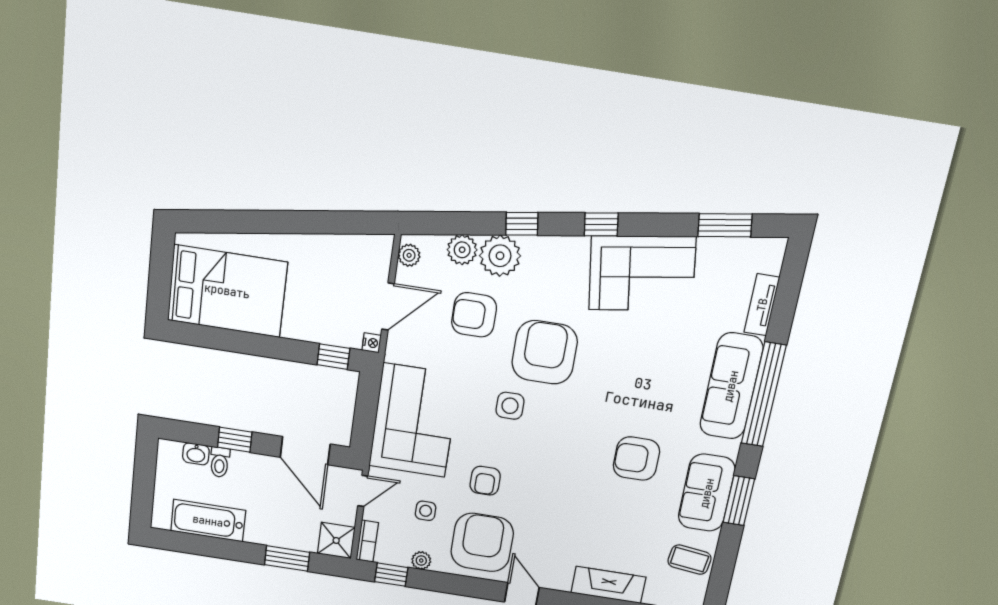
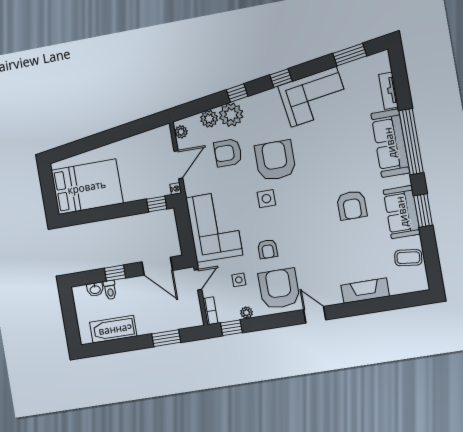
armchair: (636, 459) -> (352, 205), turned -90
shower: (336, 540) -> (192, 317), removed

